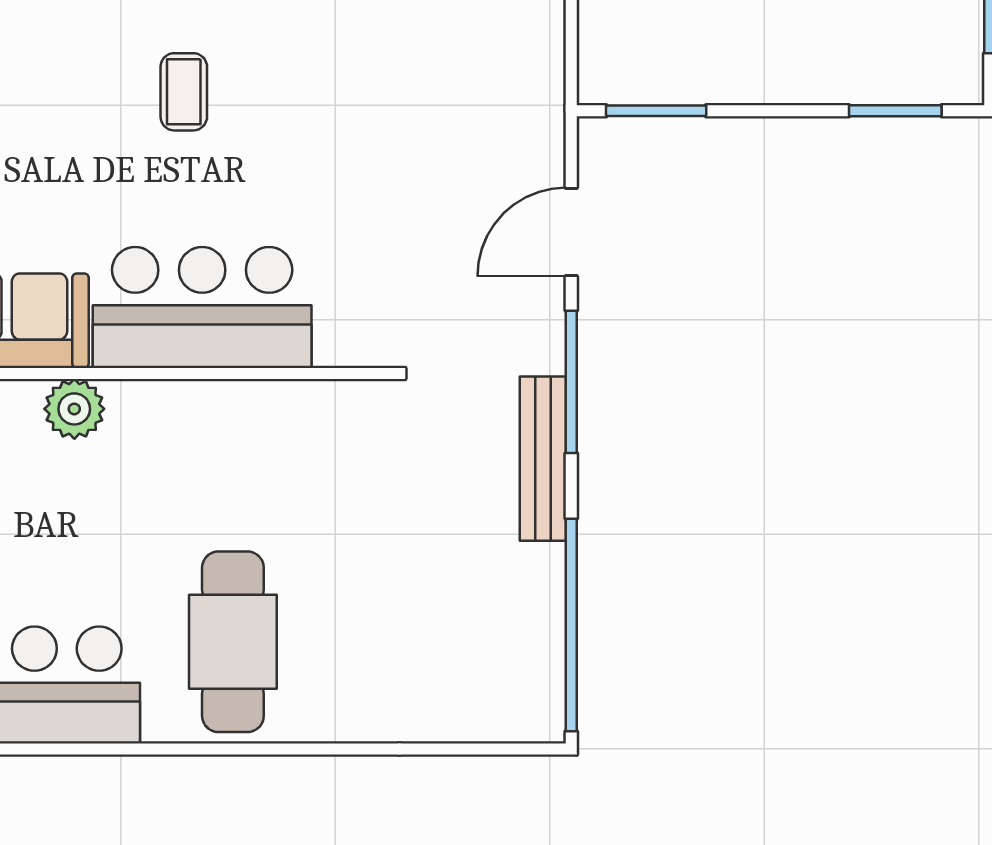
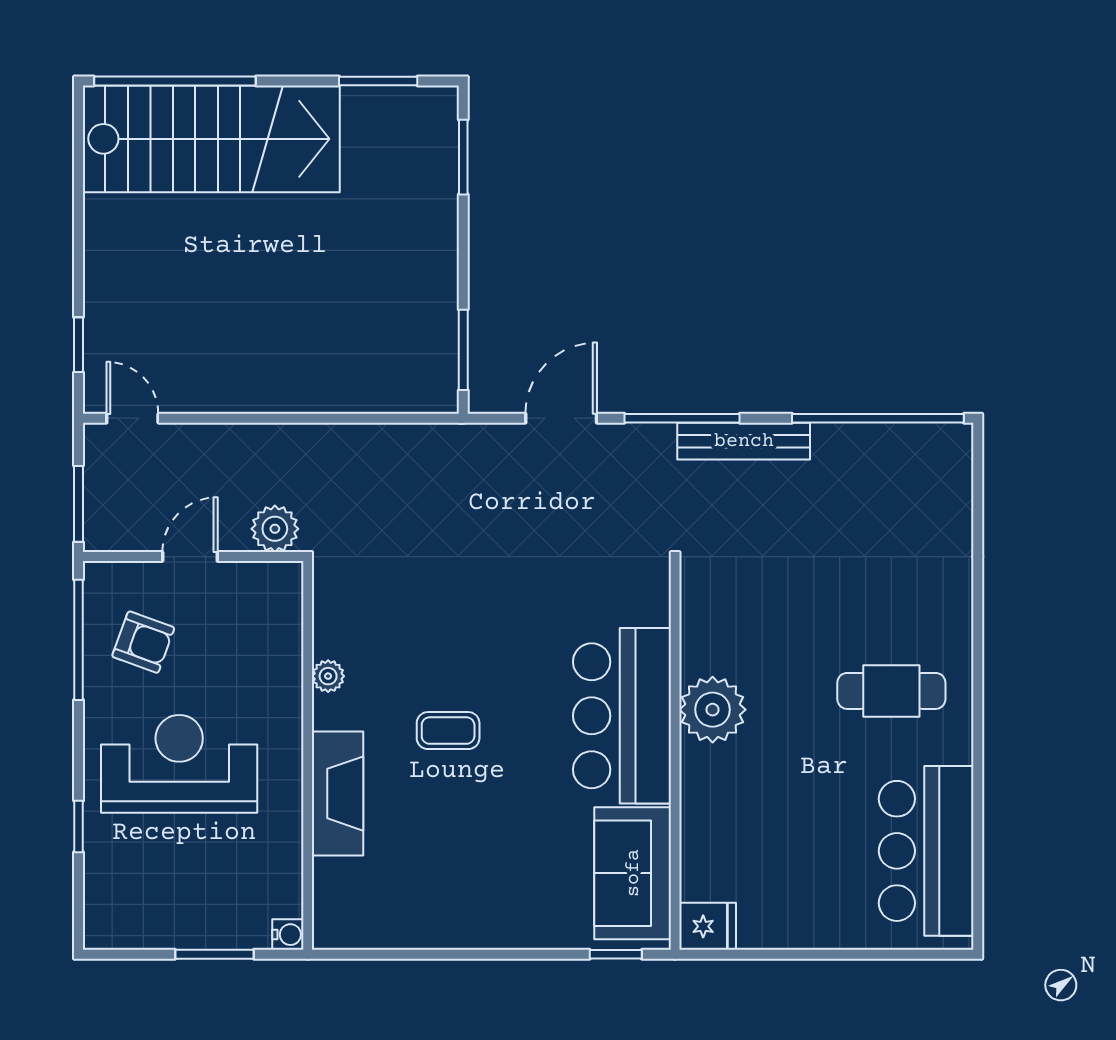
door: (571, 232) -> (561, 418), swing flipped
plant: (74, 409) -> (713, 710), moved, width x1.36, depth x1.36
cafe table: (233, 642) -> (891, 691), width x0.73, depth x0.74

